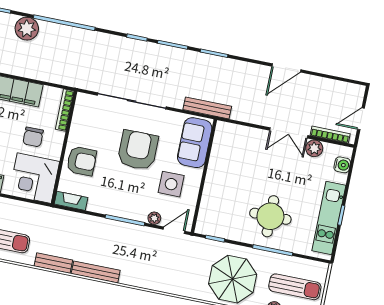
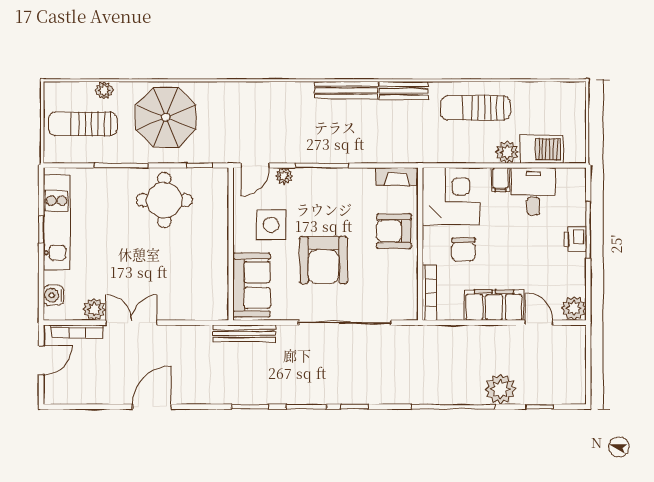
chair: (33, 137) -> (463, 250), turned 180
round table: (270, 216) -> (164, 200), moved

